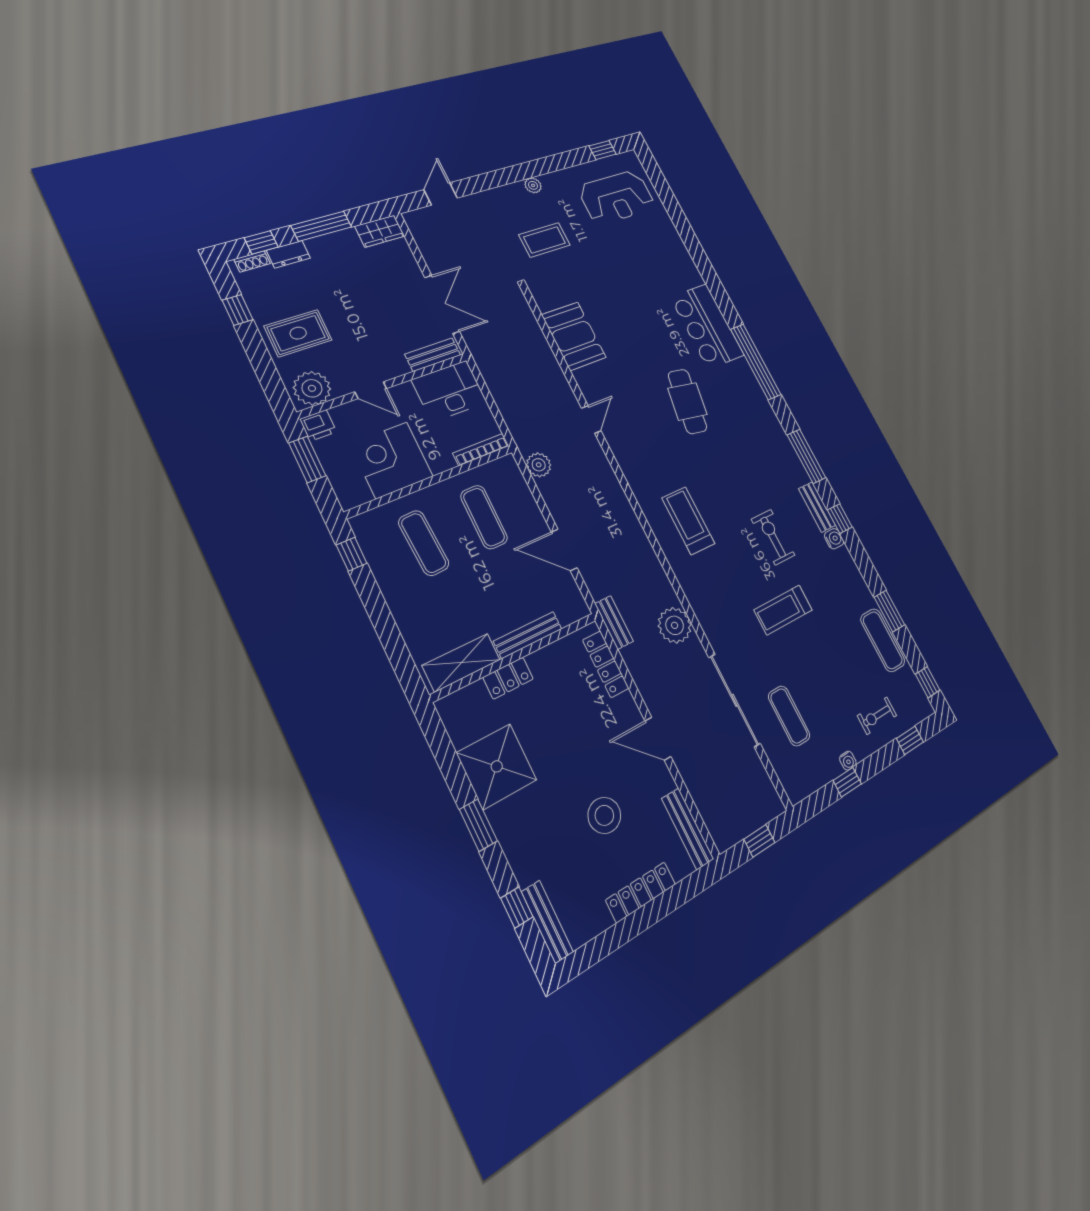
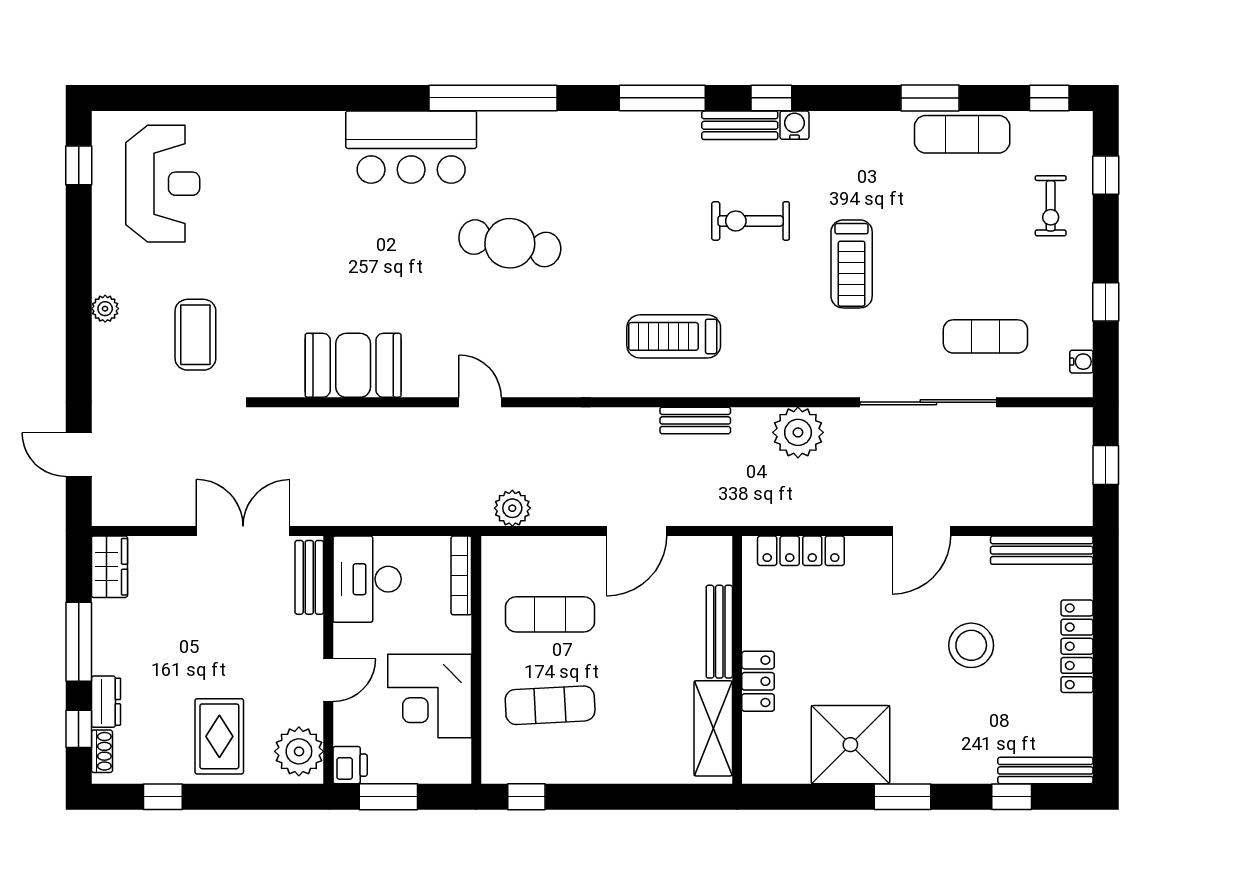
bench: (614, 622) -> (695, 420), moved
water cooler: (848, 761) -> (1081, 362), moved

